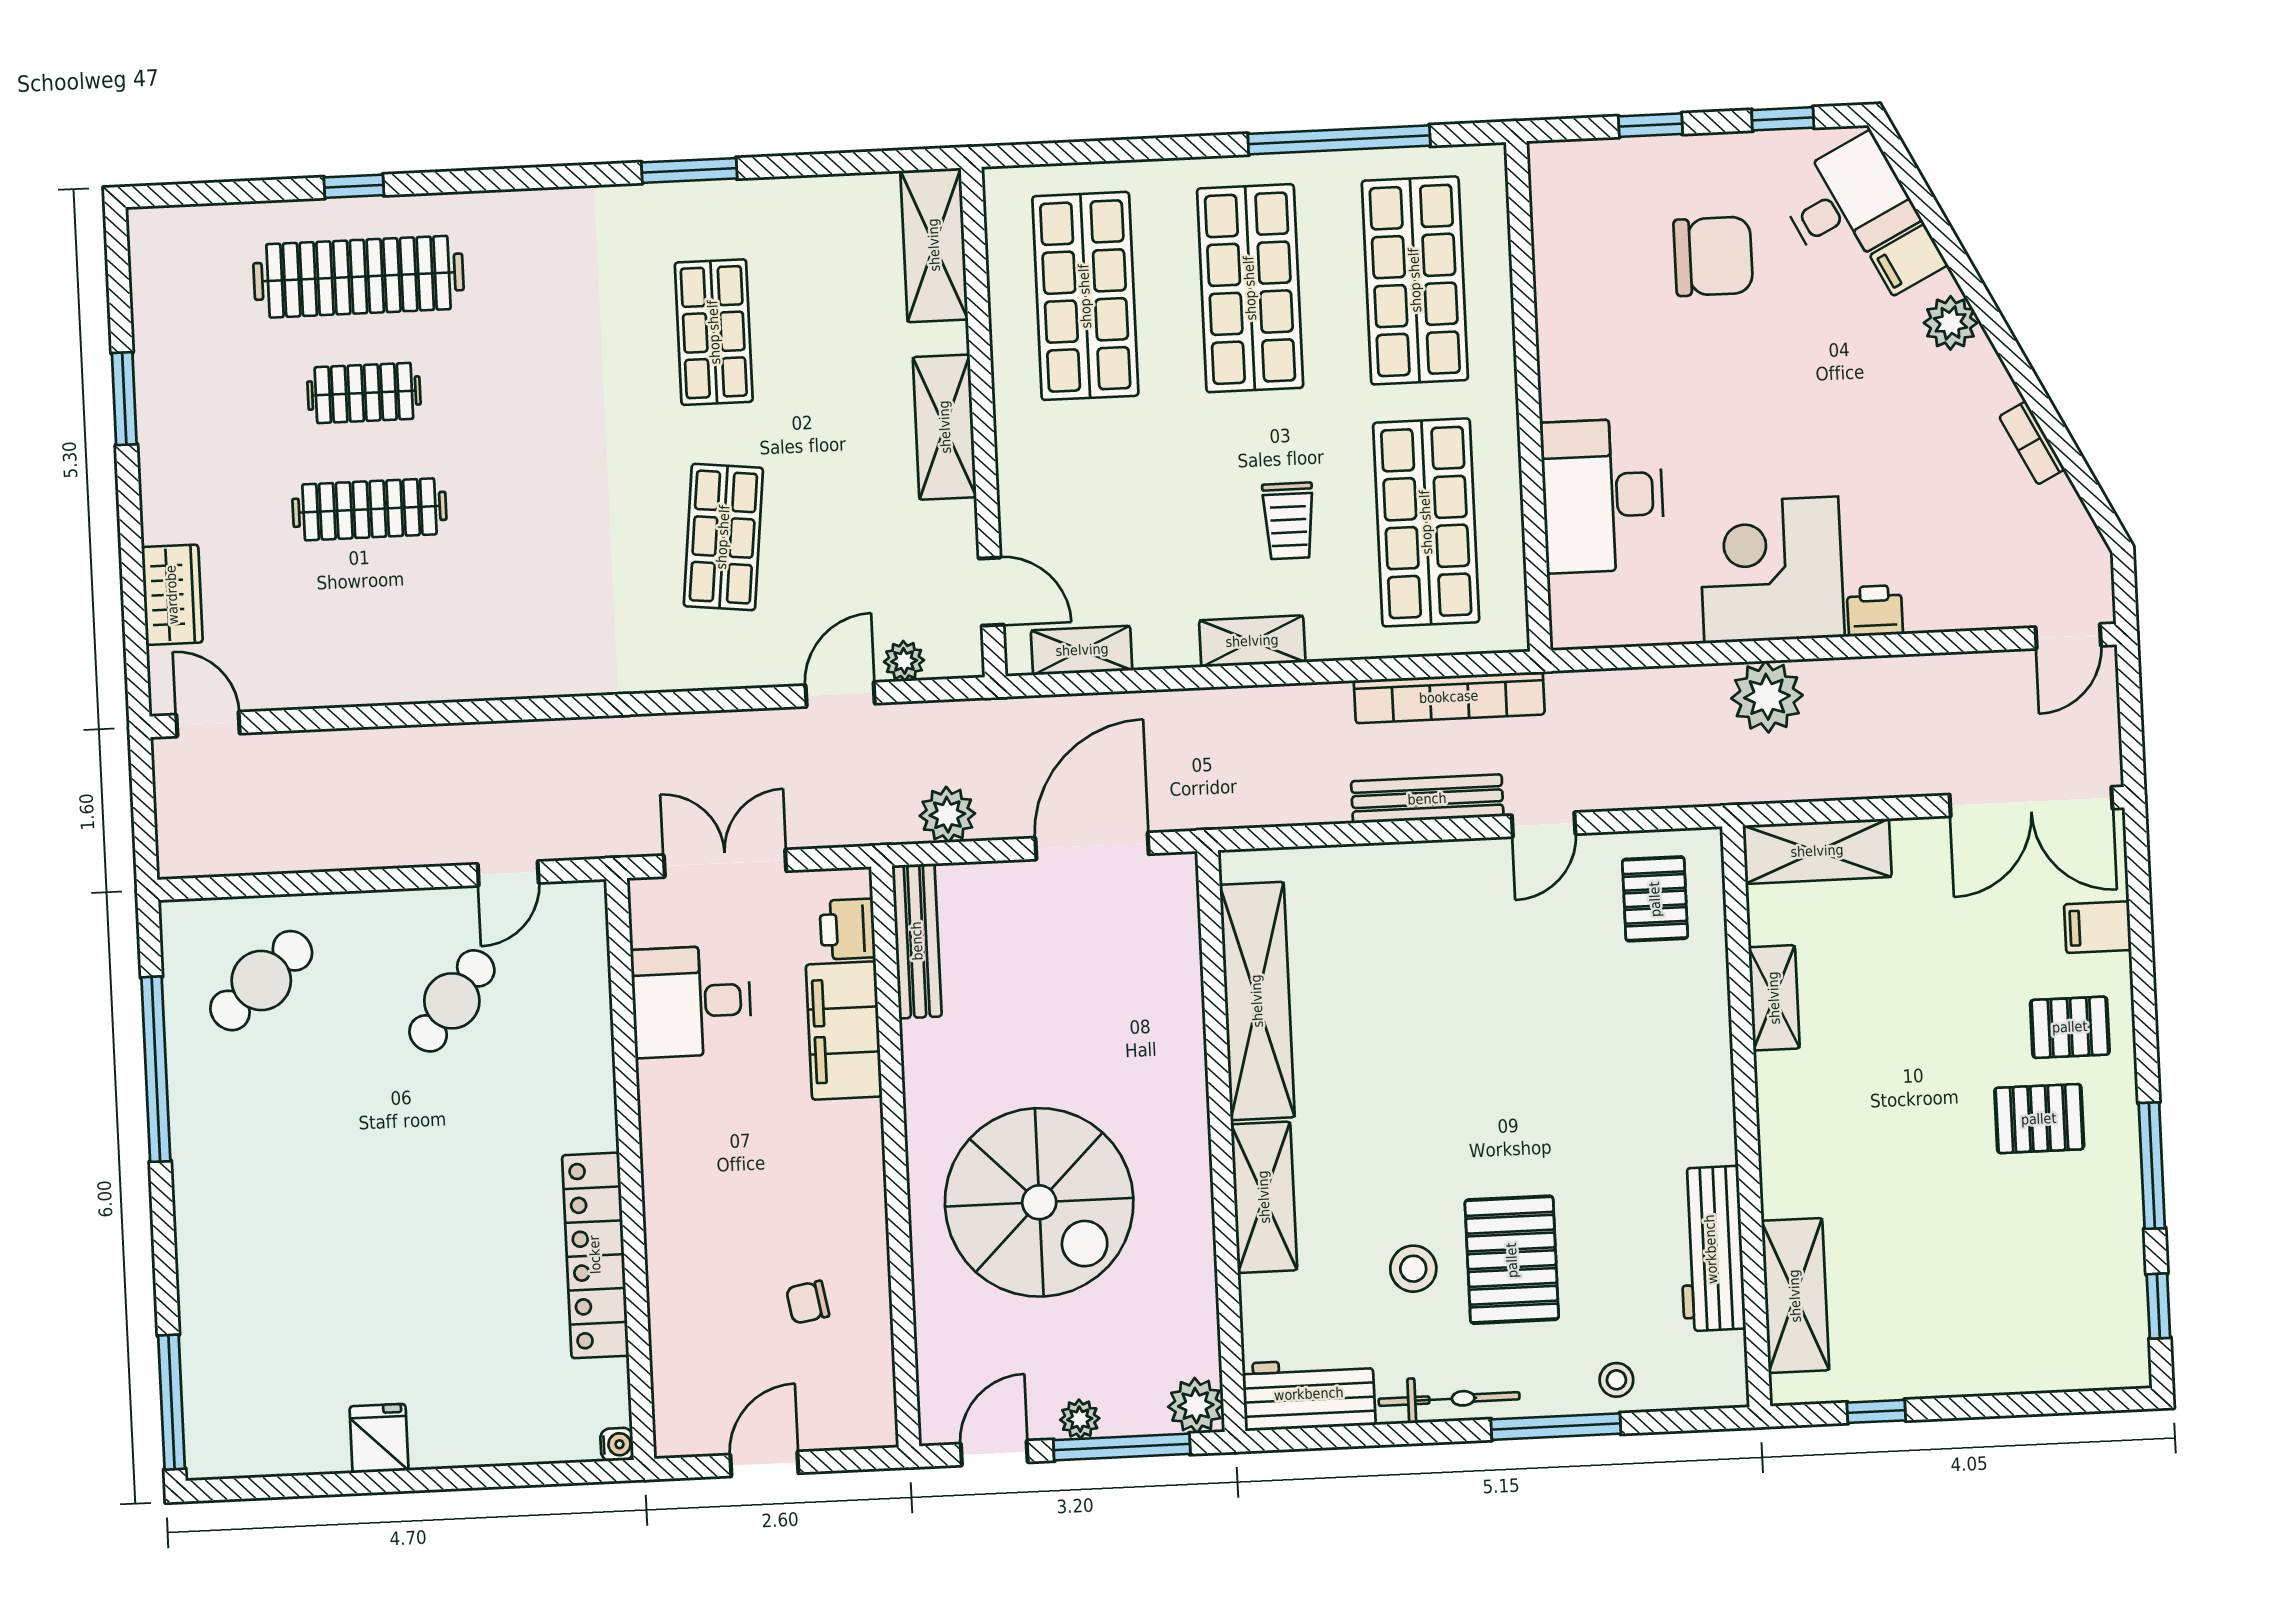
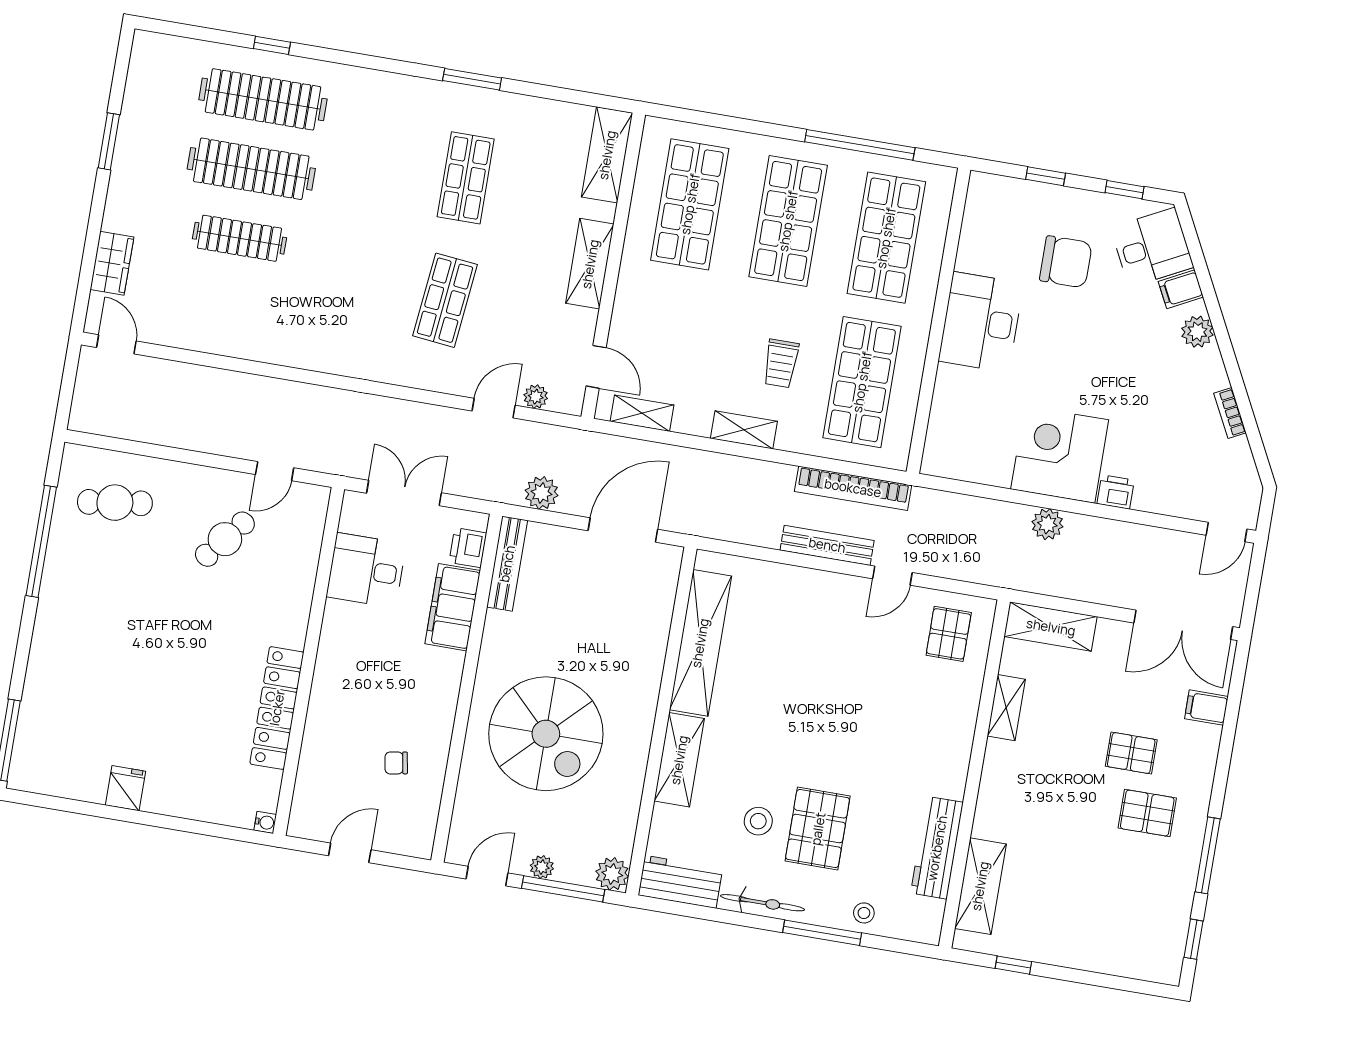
clothes rail: (364, 393) -> (251, 169), width x1.86, depth x1.31
desk: (1603, 496) -> (981, 322), moved
plant: (1767, 697) -> (1047, 524), width x0.73, depth x0.73
cafe table: (261, 981) -> (115, 503), turned 33
pallet: (2070, 1027) -> (1131, 753), moved

